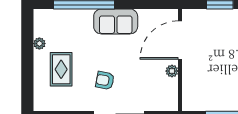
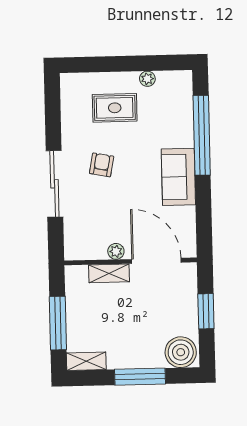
shelving: (189, 77) -> (109, 273), added

